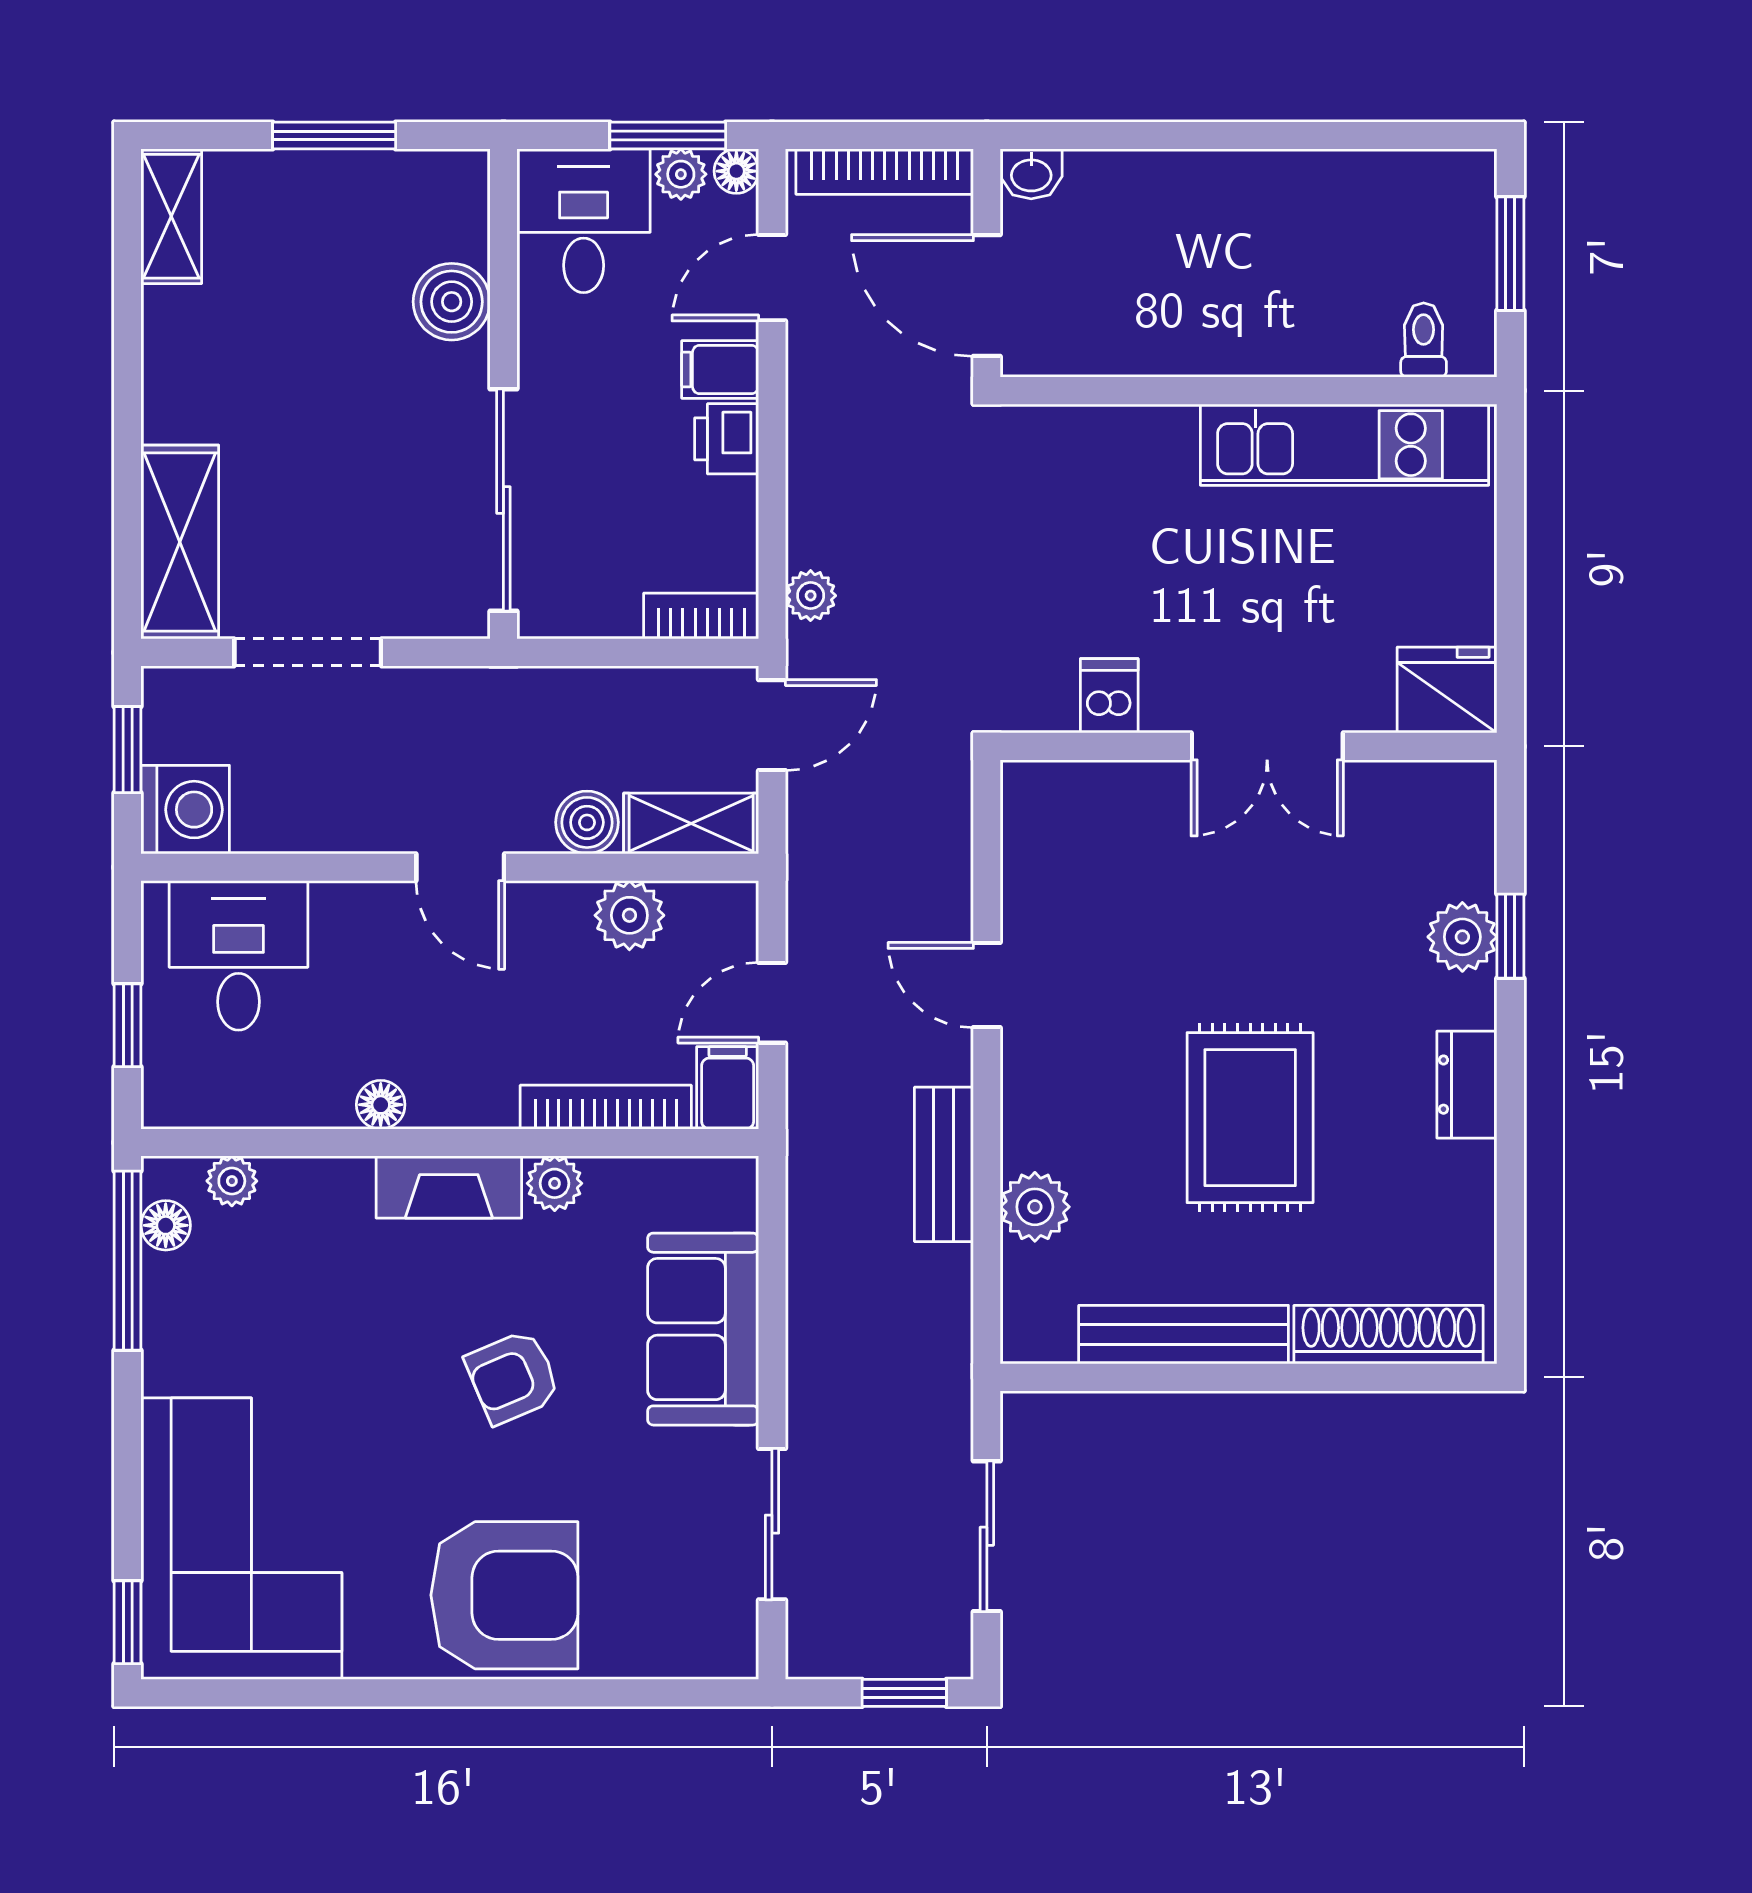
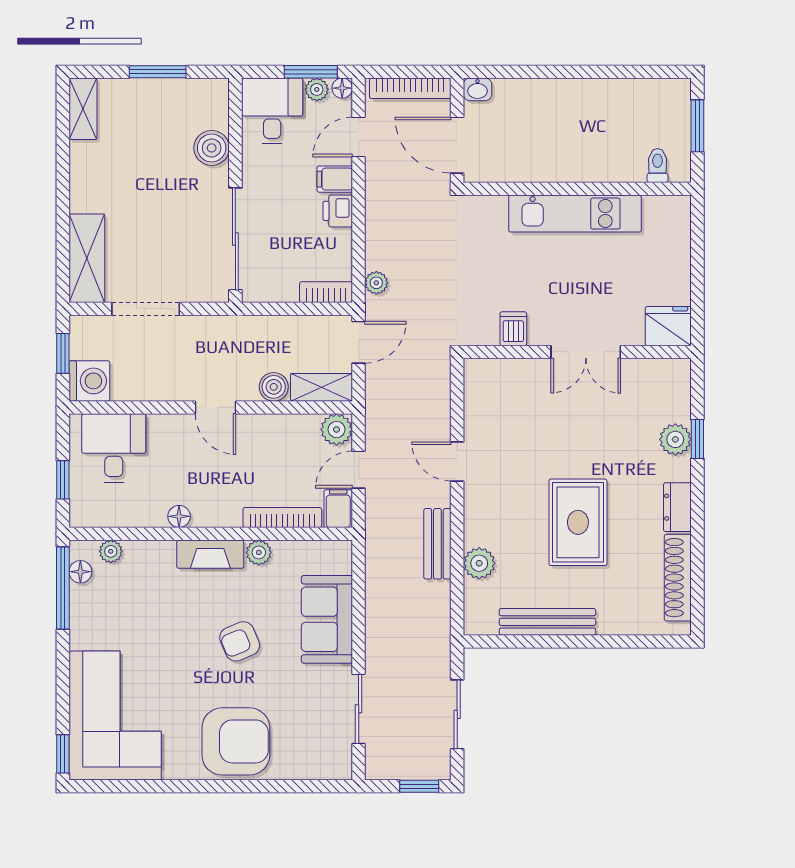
kitchen unit: (1344, 445) -> (575, 214), moved
plant: (629, 915) -> (337, 429), moved
shoe rack: (1389, 1335) -> (678, 578), moved, turned -90

